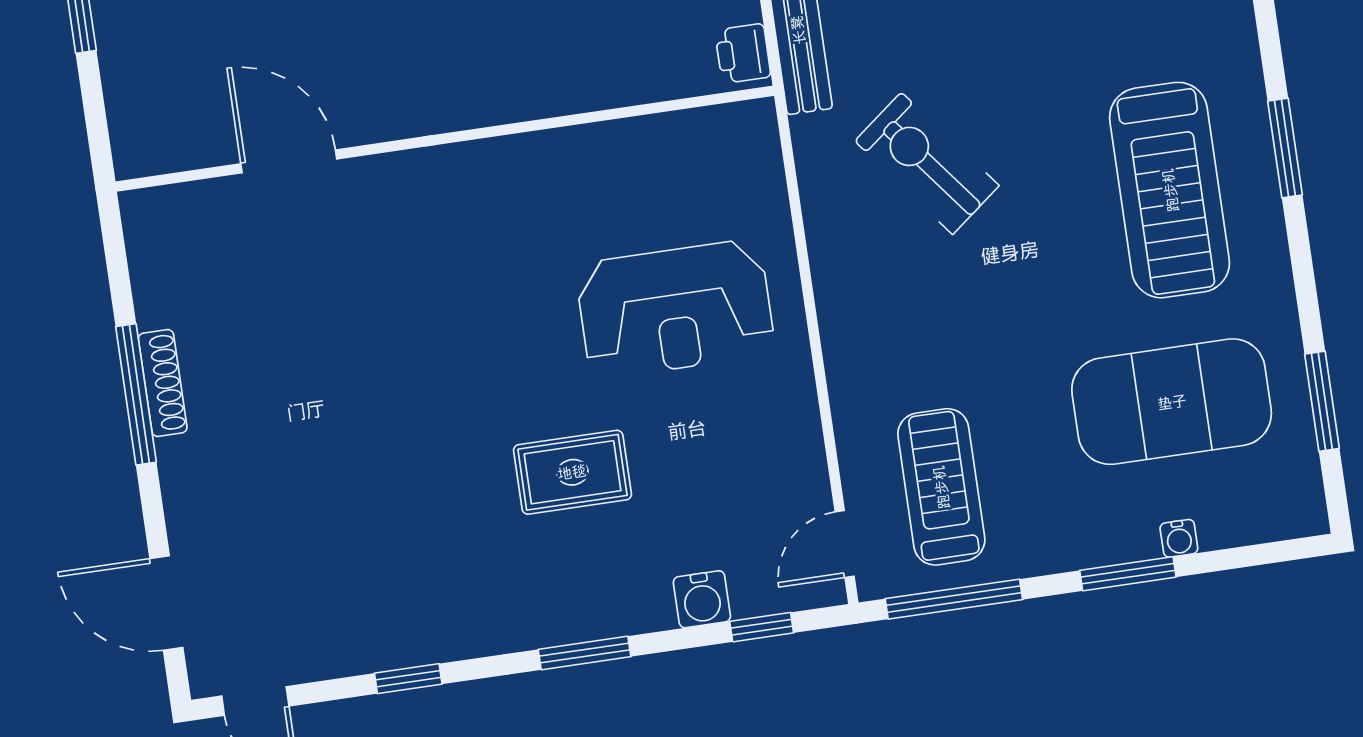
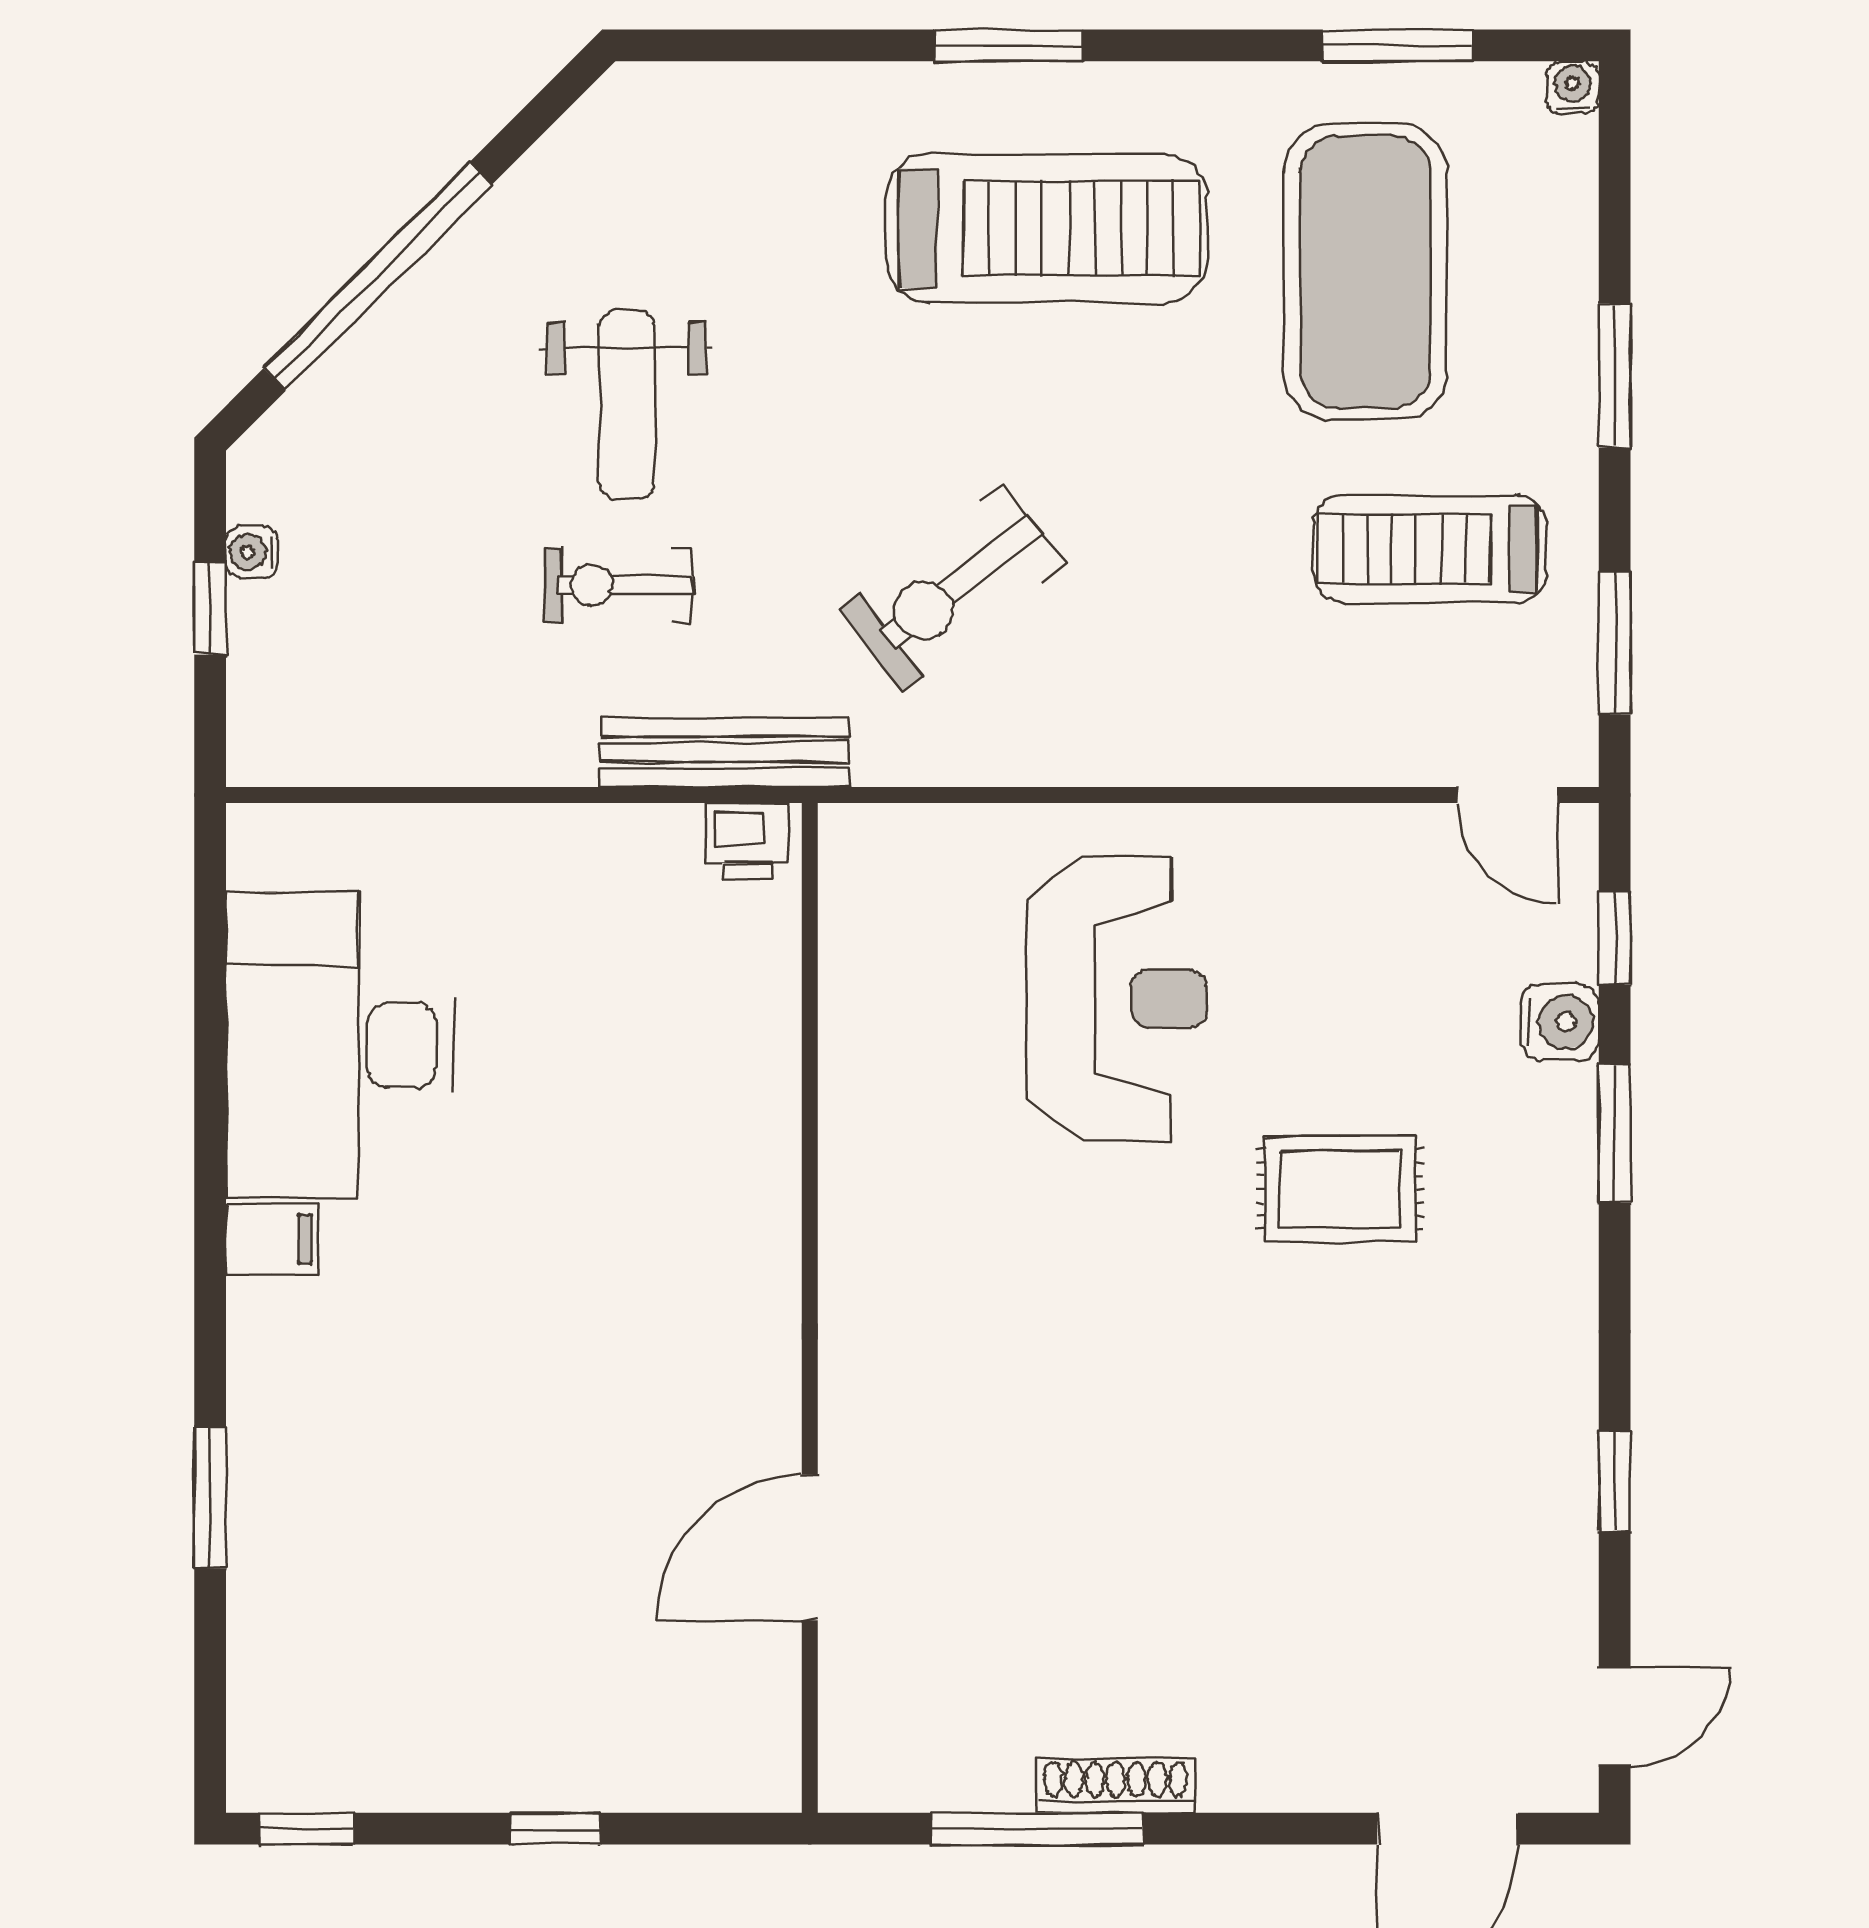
window: (136, 394) -> (1037, 1829), moved
rug: (572, 472) -> (1340, 1189), turned 90
treadmill: (941, 487) -> (1430, 549), moved
water cooler: (1179, 538) -> (1573, 88), moved, turned -90
window: (954, 599) -> (1615, 643), width x0.69
window: (585, 653) -> (1615, 1134), moved

